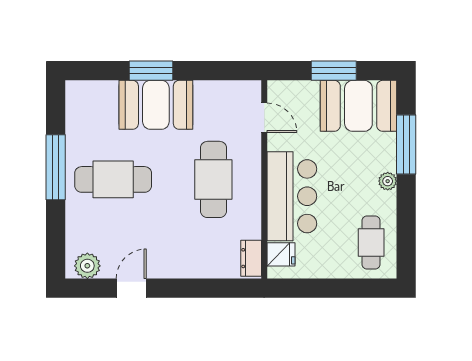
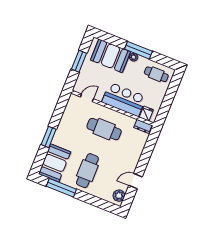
booth: (156, 105) -> (55, 163), moved
booth: (358, 106) -> (111, 56), moved, turned 90
window: (406, 144) -> (138, 50), moved
window: (56, 167) -> (61, 188), moved
door: (131, 288) -> (135, 181), hinge flipped

